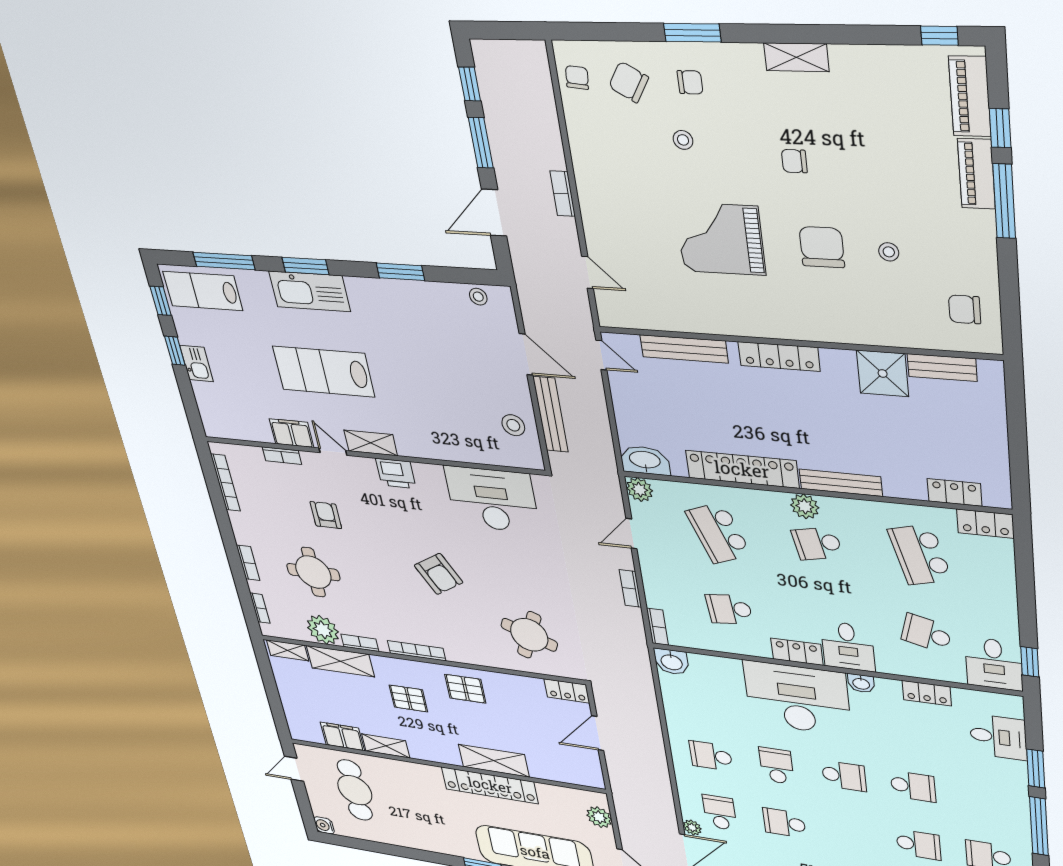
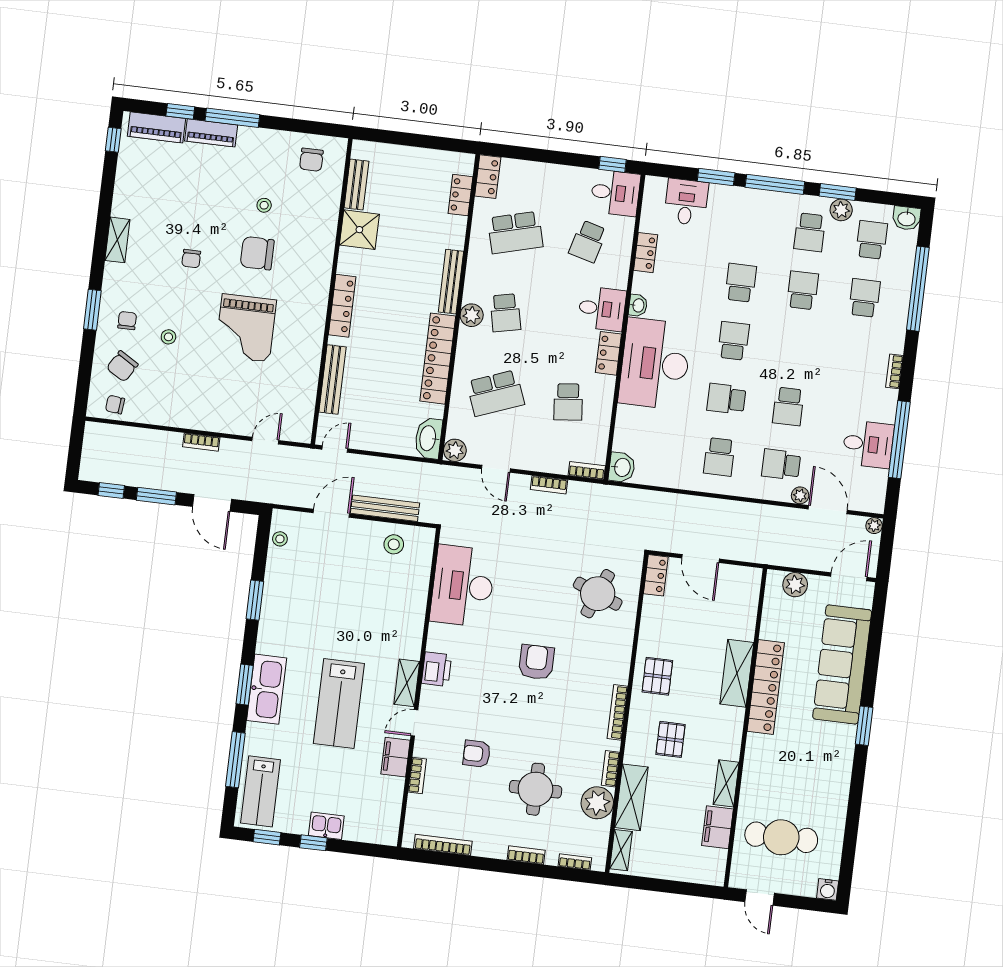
armchair: (439, 574) -> (536, 662), turned -60

